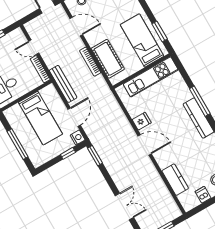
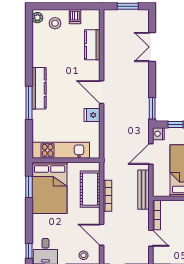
bed: (142, 40) -> (50, 188), width x1.50

